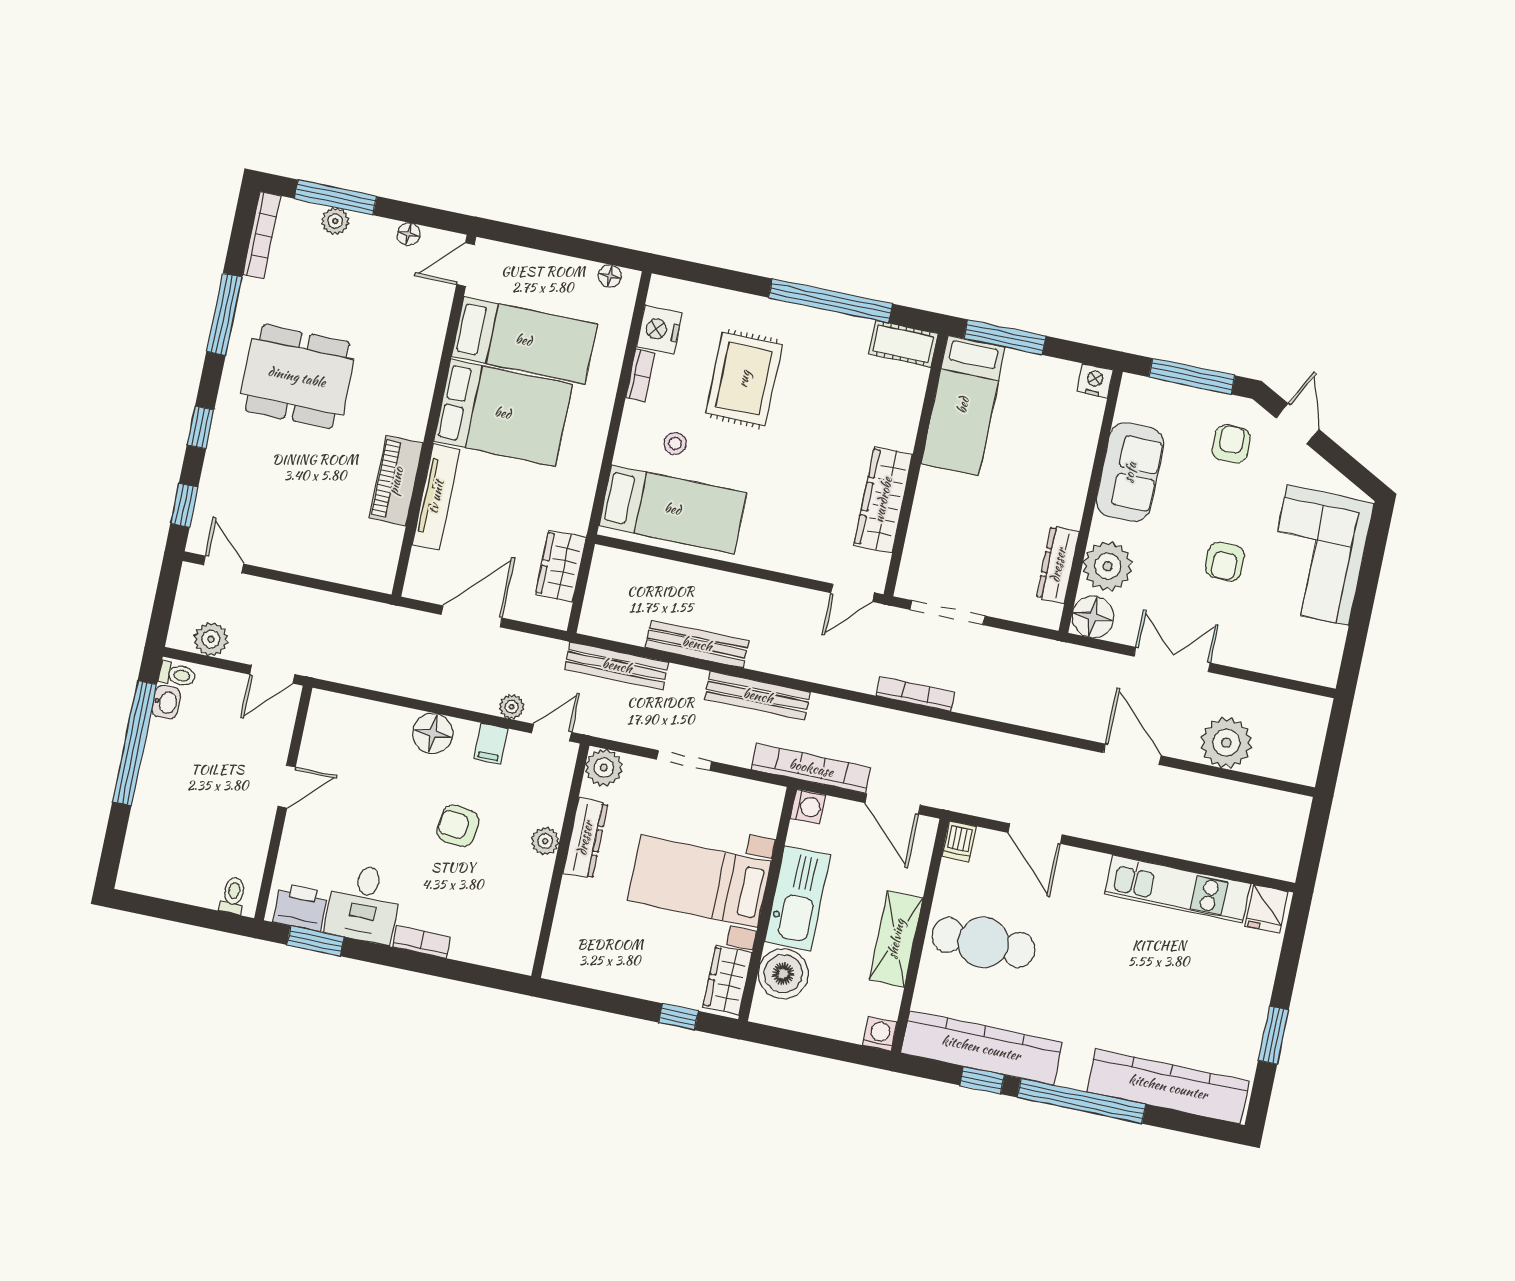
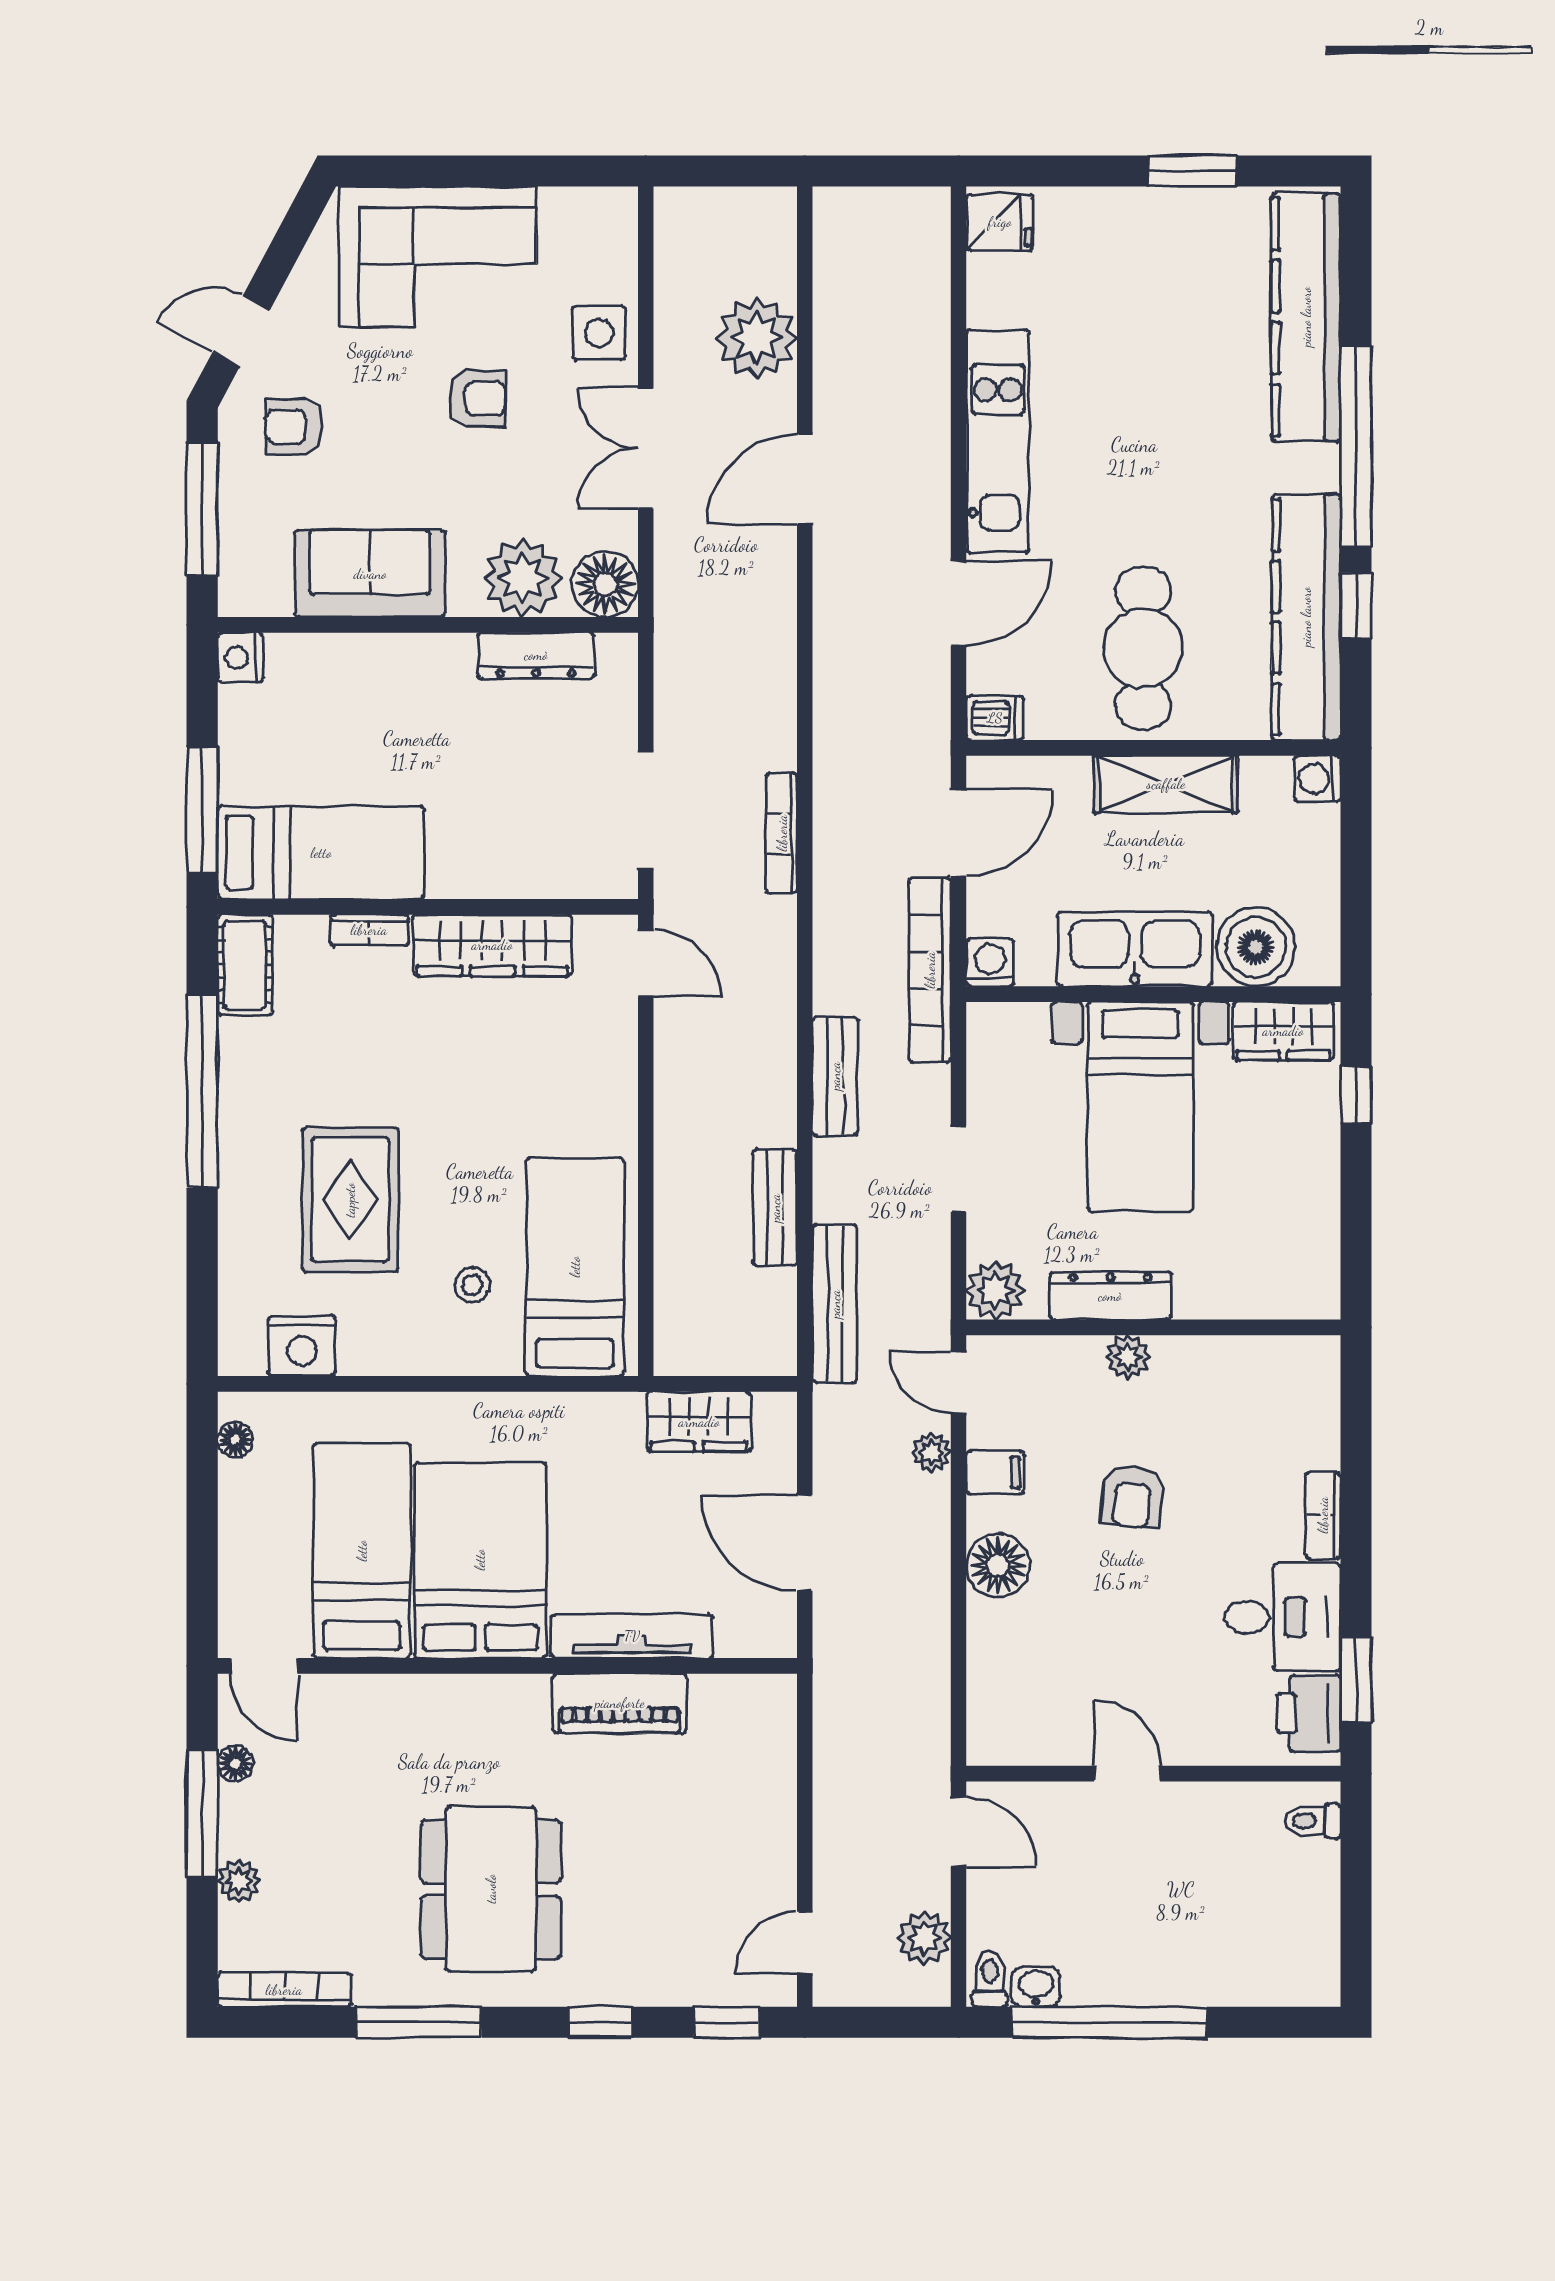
window: (335, 197) -> (202, 1813), moved
bookcase: (640, 376) -> (369, 930), moved, turned 180
rug: (744, 379) -> (350, 1200), turned 90
bench: (697, 644) -> (775, 1208), width x0.73
side table: (1250, 646) -> (599, 333), added
bench: (758, 696) -> (835, 1076), width x0.73
kitchen unit: (1177, 889) -> (998, 441), moved

